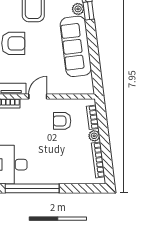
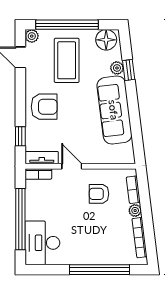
door: (38, 96) -> (72, 166), hinge flipped
window: (32, 188) -> (99, 270), moved

